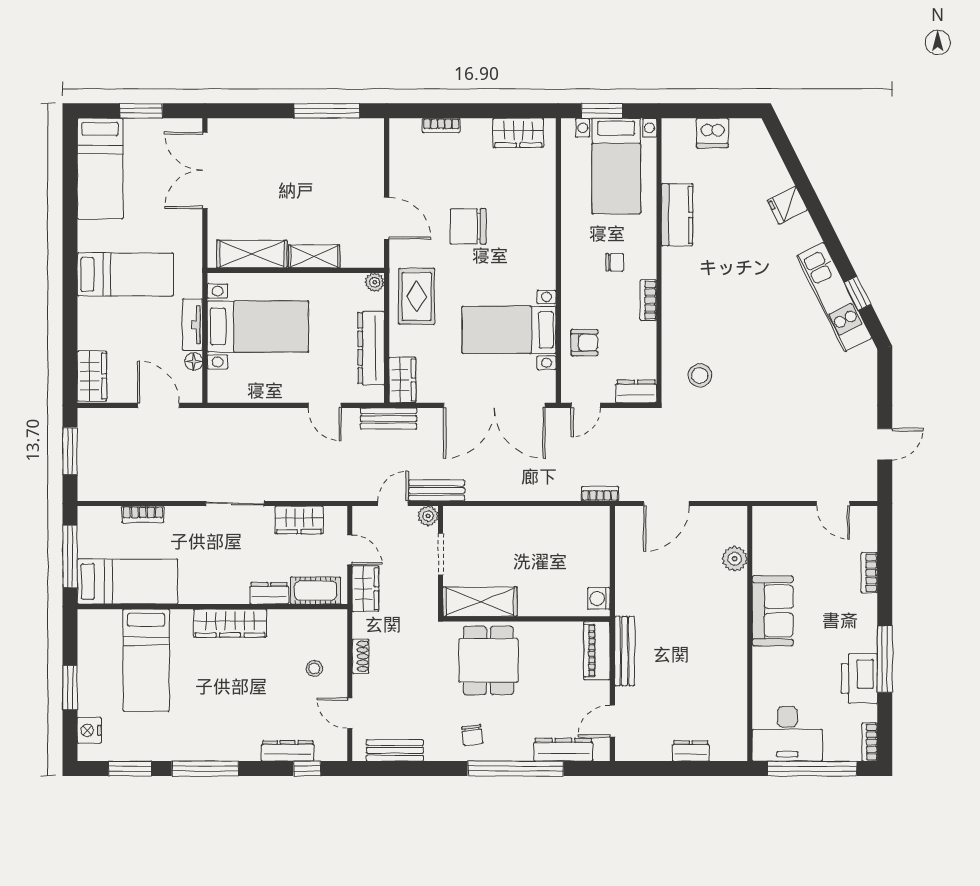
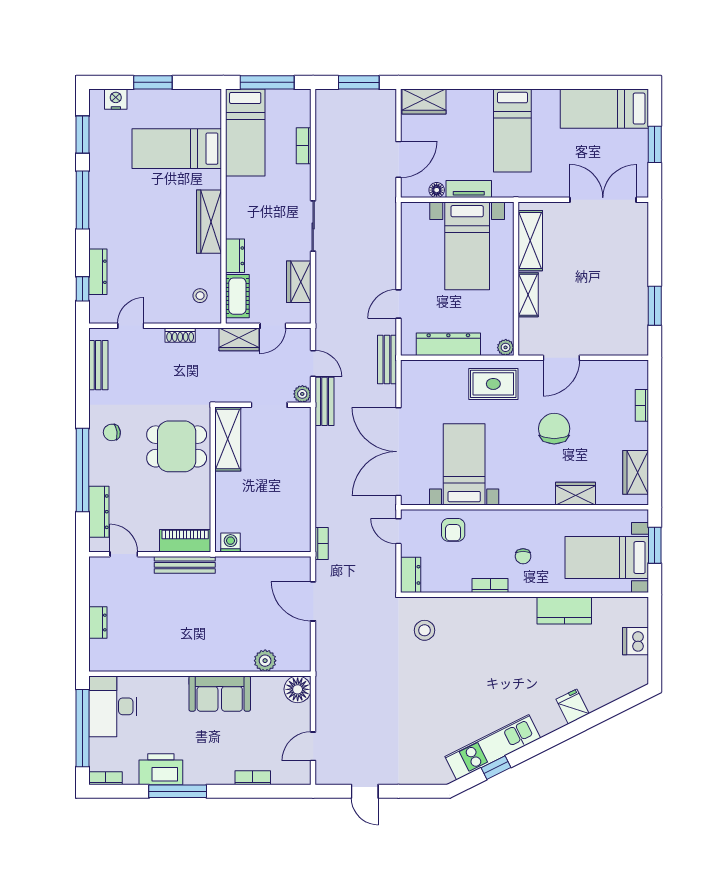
window: (327, 111) -> (655, 306), width x0.69
wardrobe: (402, 380) -> (576, 494), moved, turned 180
floor lamp: (768, 521) -> (298, 689), added
stool: (314, 668) -> (200, 296), moved

